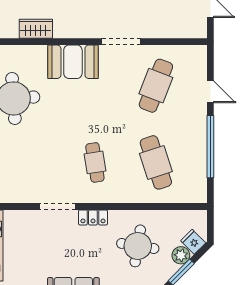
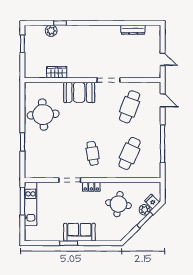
door: (210, 92) -> (163, 100), moved
cafe table: (156, 162) -> (129, 153), turned 42

